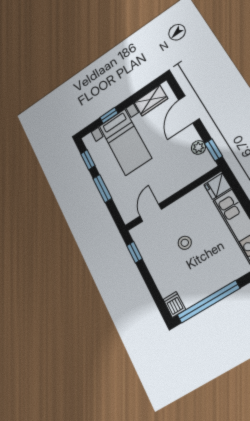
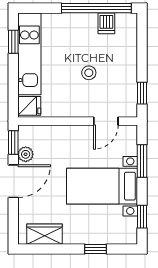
door: (189, 109) -> (13, 181), moved
bed with nightstands: (125, 142) -> (102, 186), moved, turned -90
window: (102, 188) -> (142, 161), moved
dishwasher: (174, 304) -> (106, 23), moved

